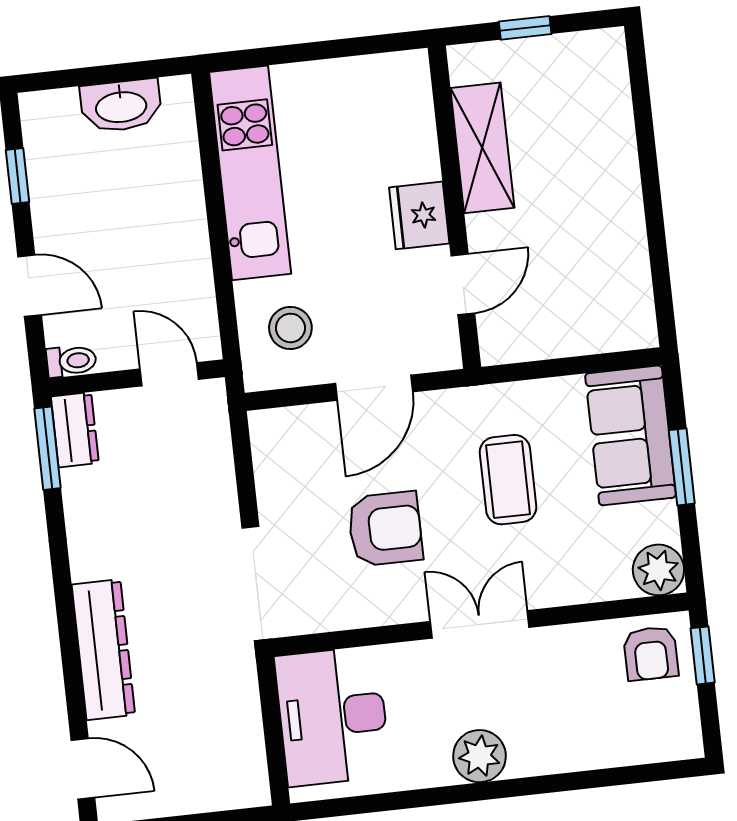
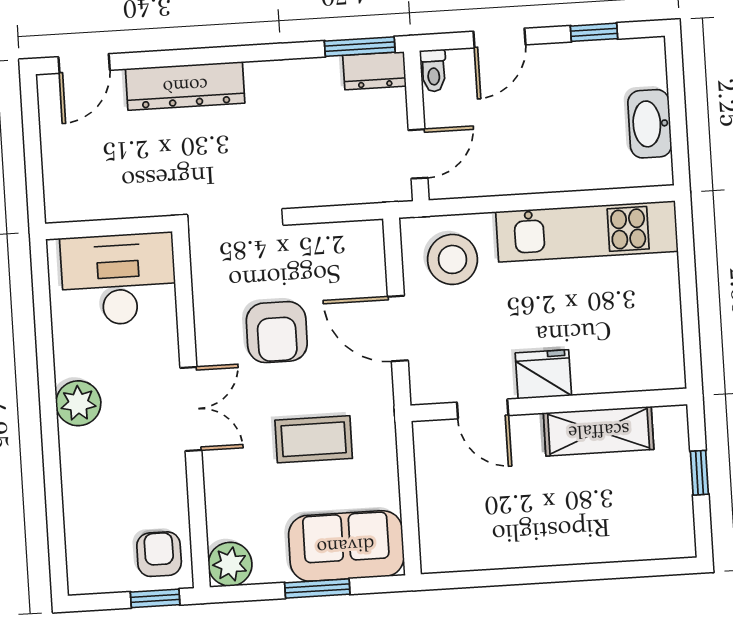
stool: (290, 328) -> (452, 259), width x1.38, depth x1.38
armchair: (651, 653) -> (159, 554), turned 90

